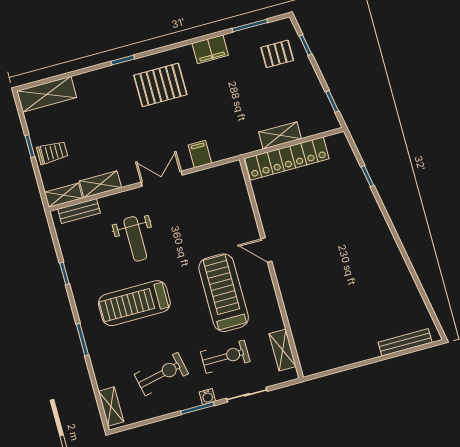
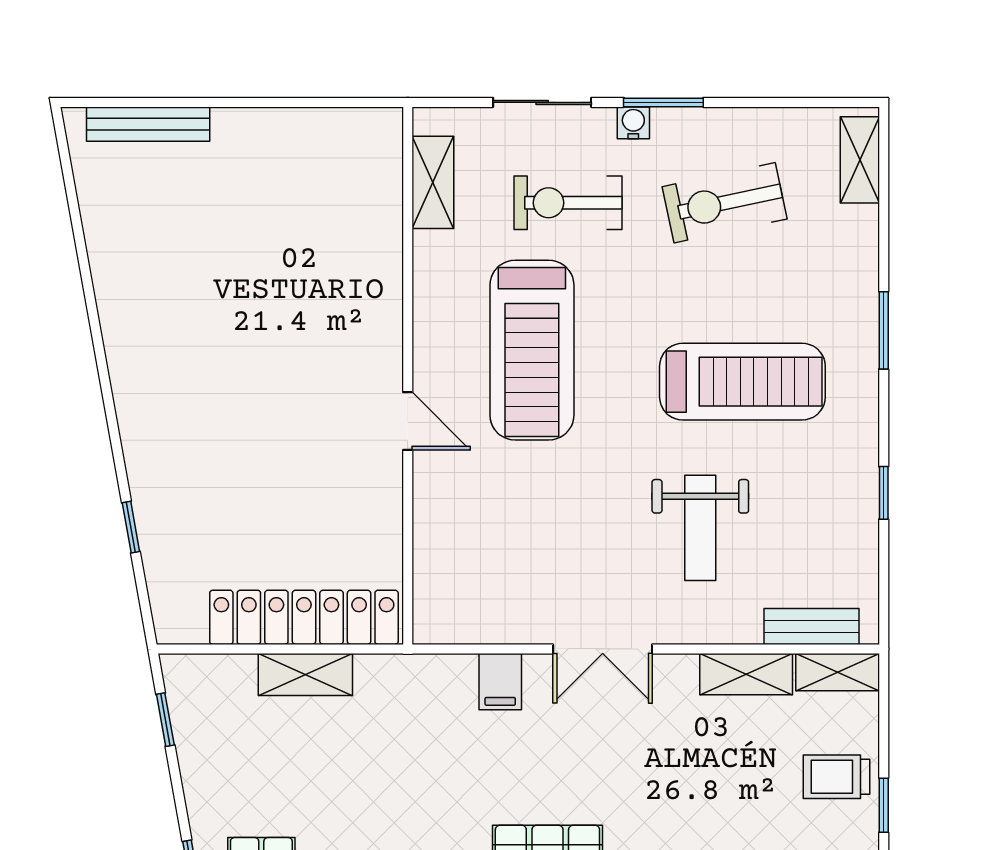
weight bench: (135, 239) -> (700, 528), turned 180

